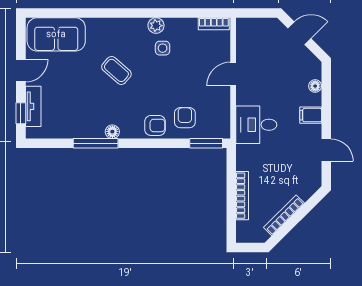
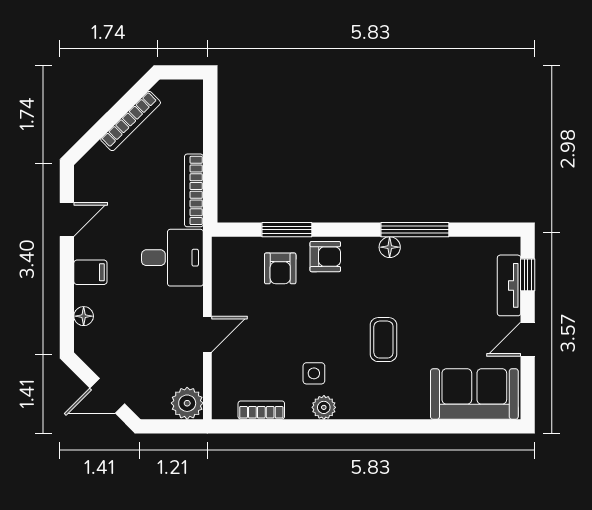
bookcase: (214, 24) -> (261, 410), moved
plant: (247, 28) -> (187, 403), added
coffee table: (116, 70) -> (383, 340), turned 49
armchair: (155, 125) -> (325, 257), turned 180
window: (206, 143) -> (287, 230), moved
door: (326, 150) -> (67, 219), swing flipped
bookcase: (242, 196) -> (194, 190), moved

